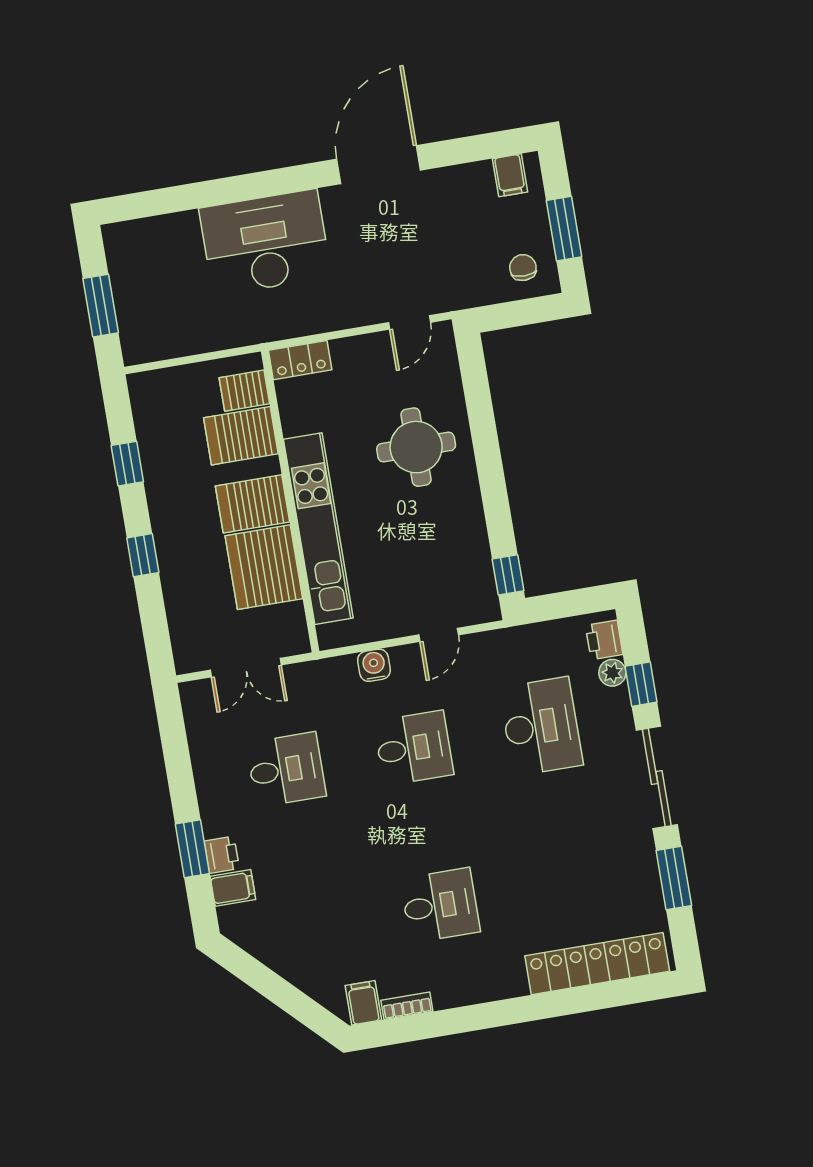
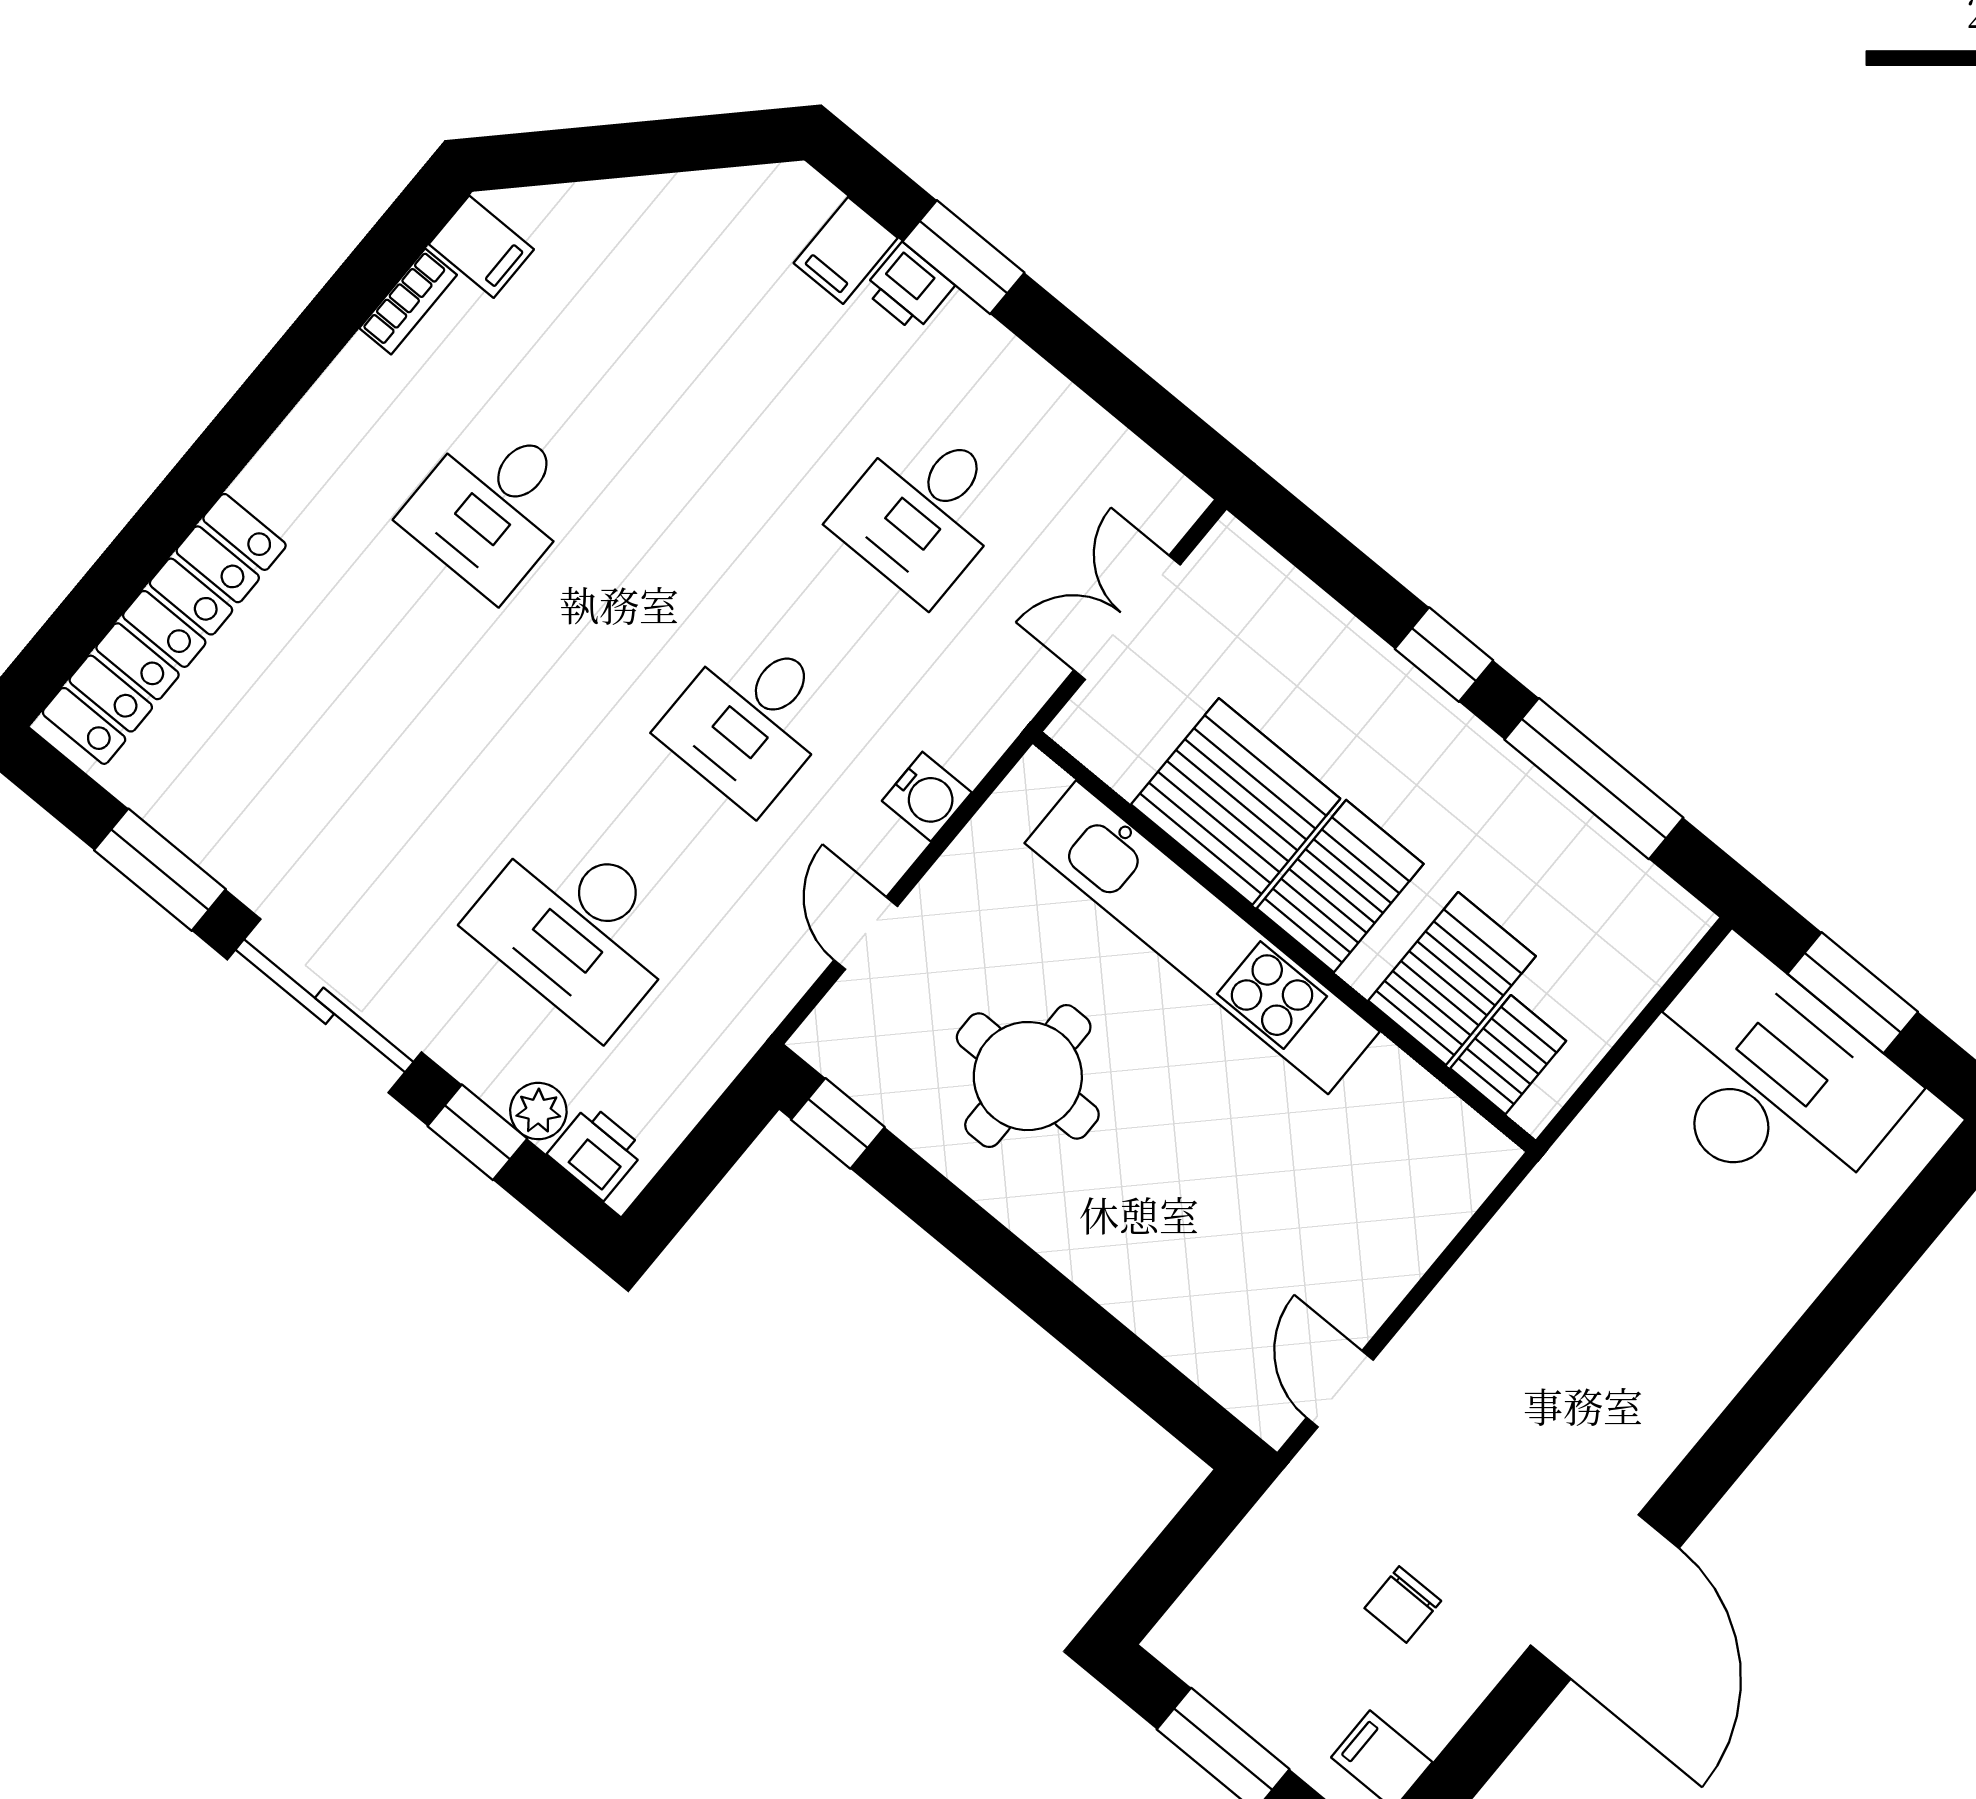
desk: (265, 243) -> (1769, 1081), moved, turned -90
chair: (523, 268) -> (1403, 1605), moved, turned 90
locker: (300, 360) -> (1462, 1180), removed
round table: (416, 447) -> (1028, 1076), moved
window: (127, 464) -> (1594, 779), width x2.17

